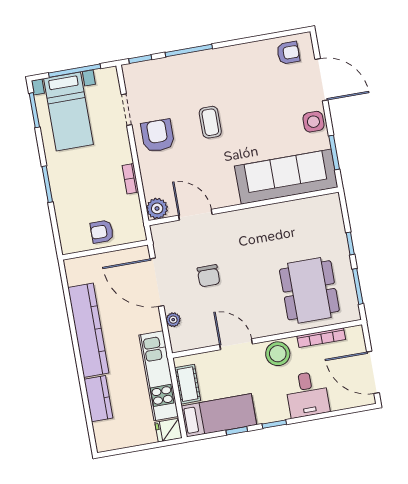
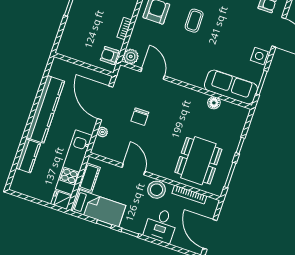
sofa: (286, 177) -> (231, 87), width x0.74, depth x0.79
floor lamp: (290, 209) -> (214, 103), added
armchair: (102, 232) -> (110, 56), moved

